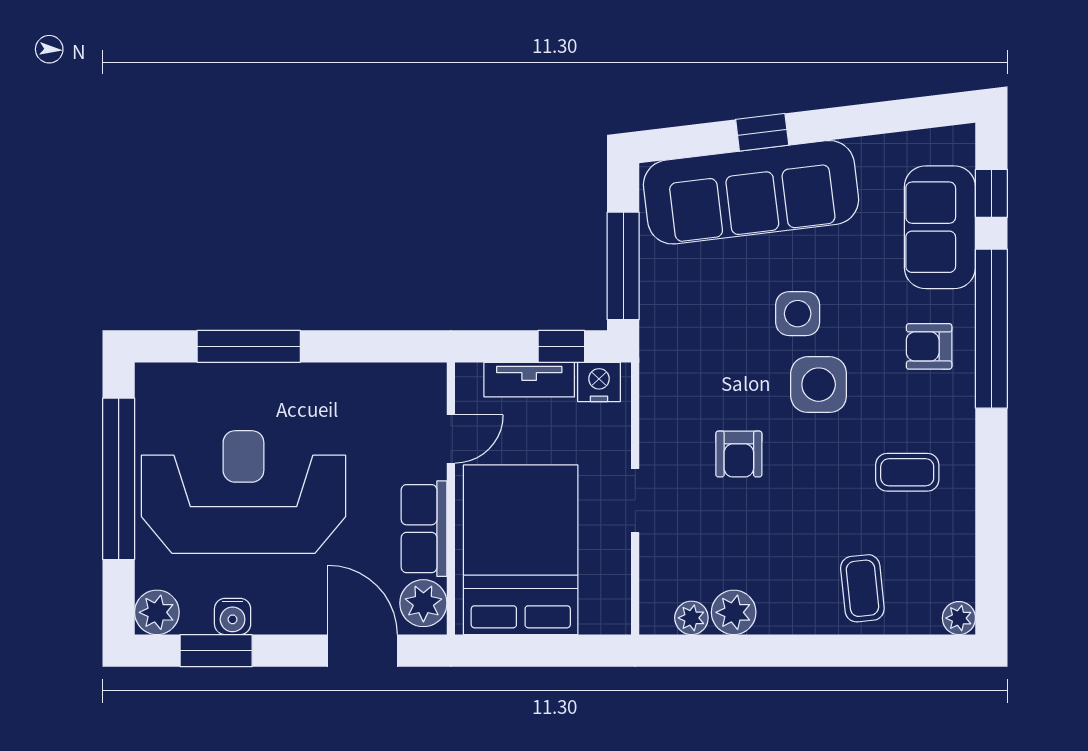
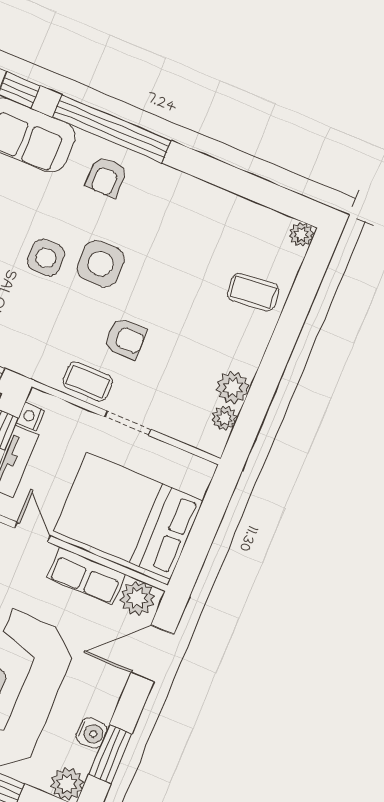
nightstand: (599, 382) -> (31, 416), width x0.72, depth x0.74
coffee table: (907, 472) -> (88, 382), moved, turned 90

